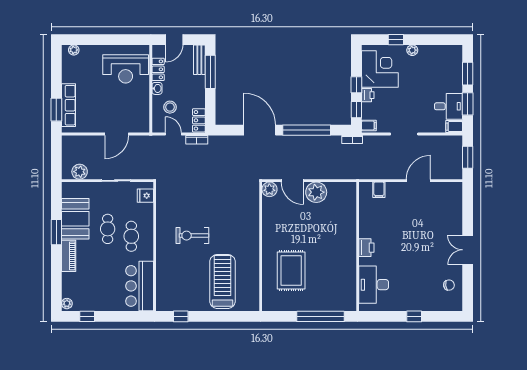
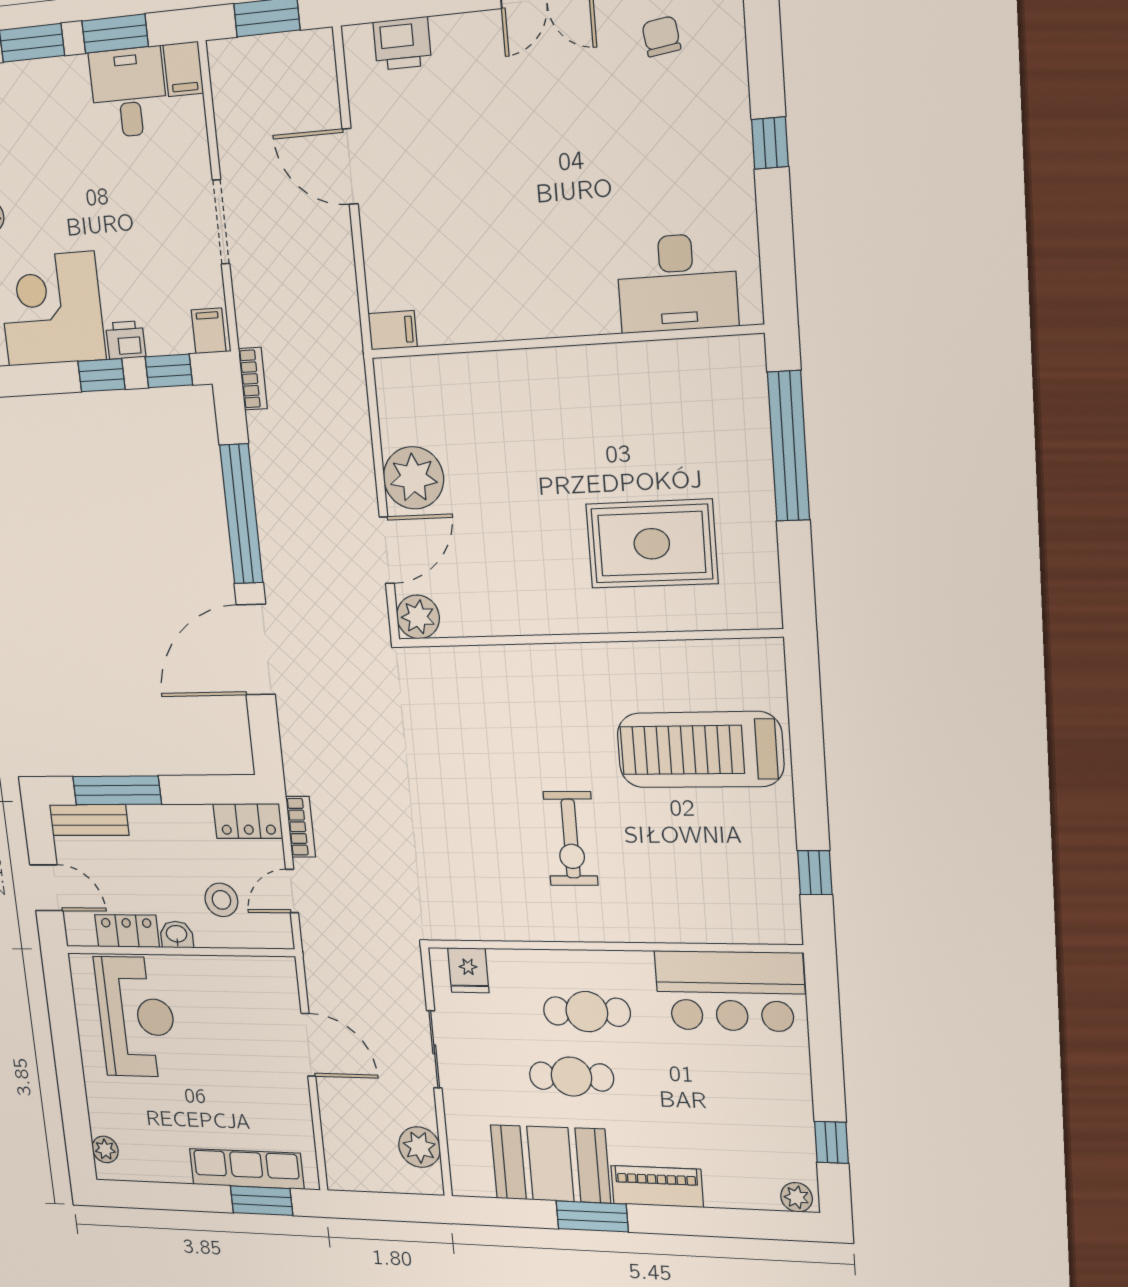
filing cabinet: (379, 190) -> (393, 330), moved
printer: (366, 248) -> (402, 43), moved, turned 180

